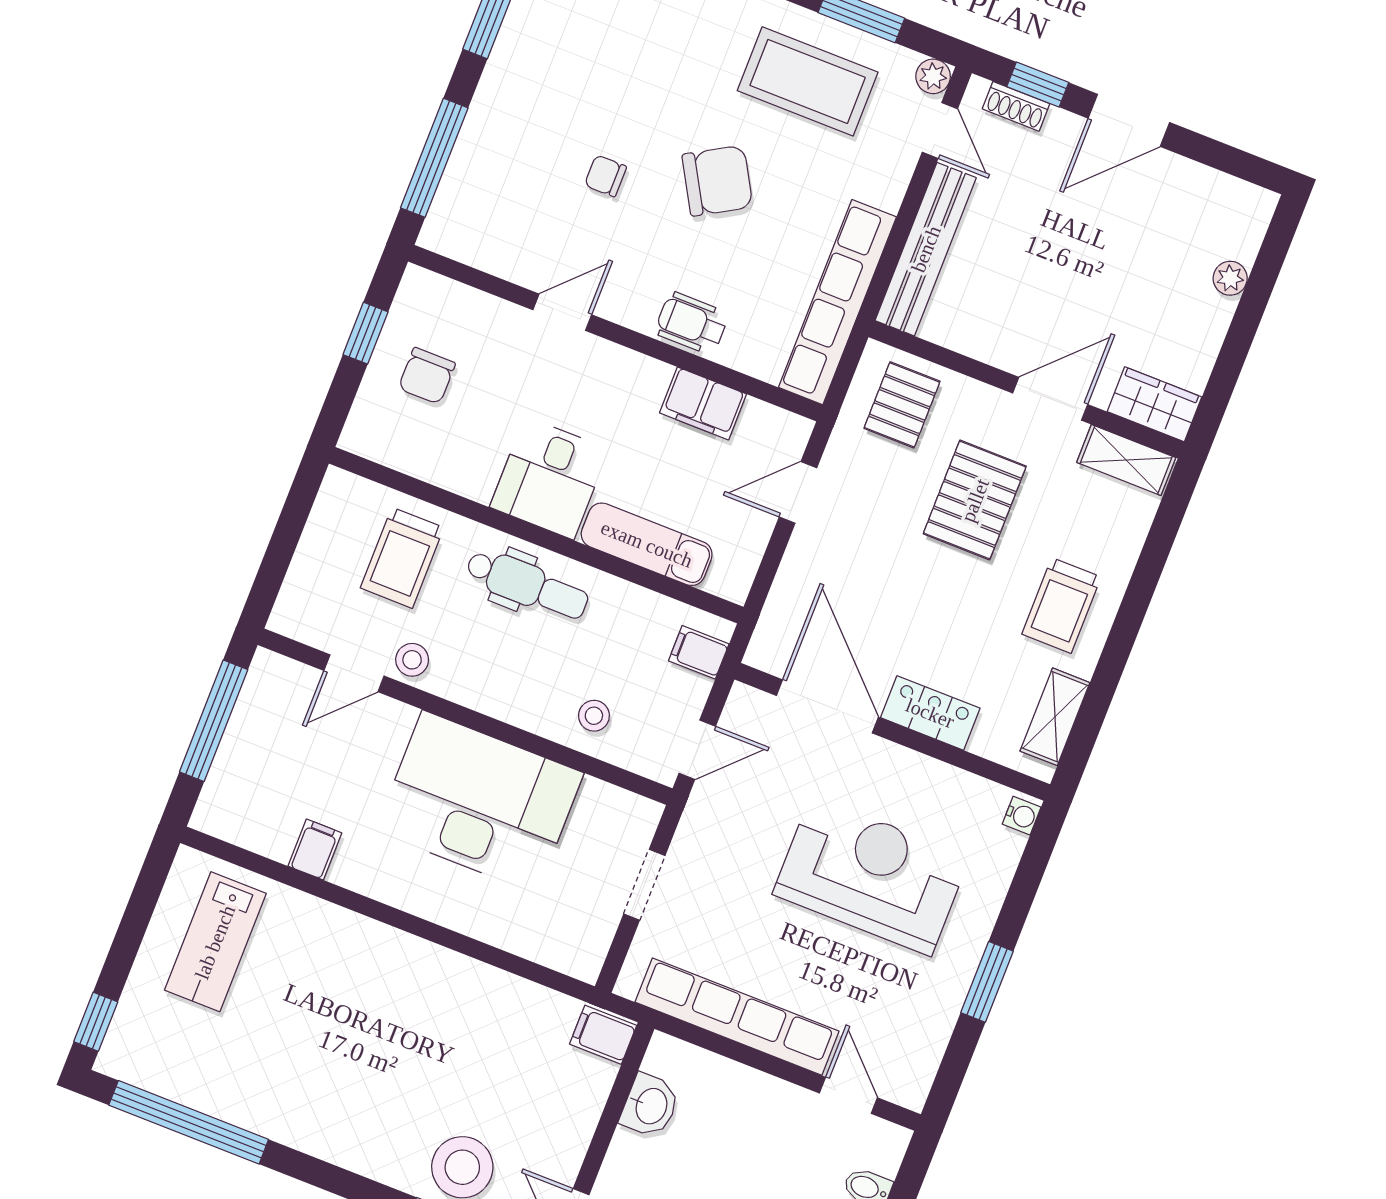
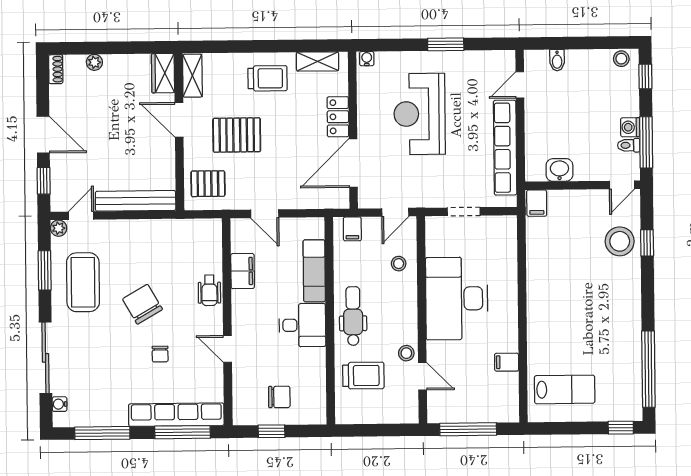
shoe rack: (1016, 106) -> (56, 69), moved
row of seats: (837, 302) -> (176, 415), moved, turned 180
door: (697, 750) -> (395, 212), swing flipped

